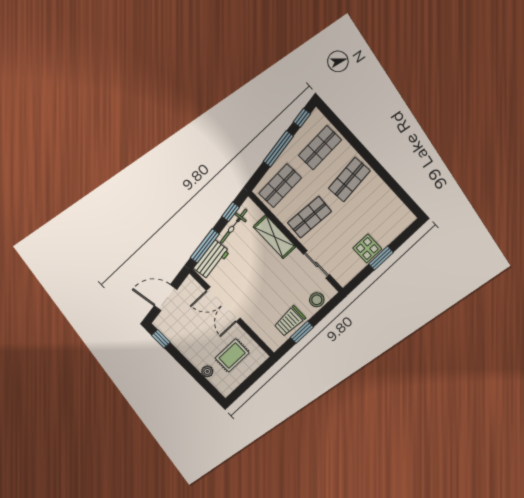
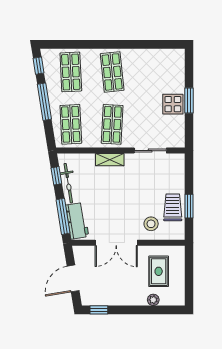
shelving: (275, 237) -> (110, 160), width x0.67, depth x0.75
stool: (317, 300) -> (151, 224), moved
trolley: (290, 321) -> (173, 207), turned 180

